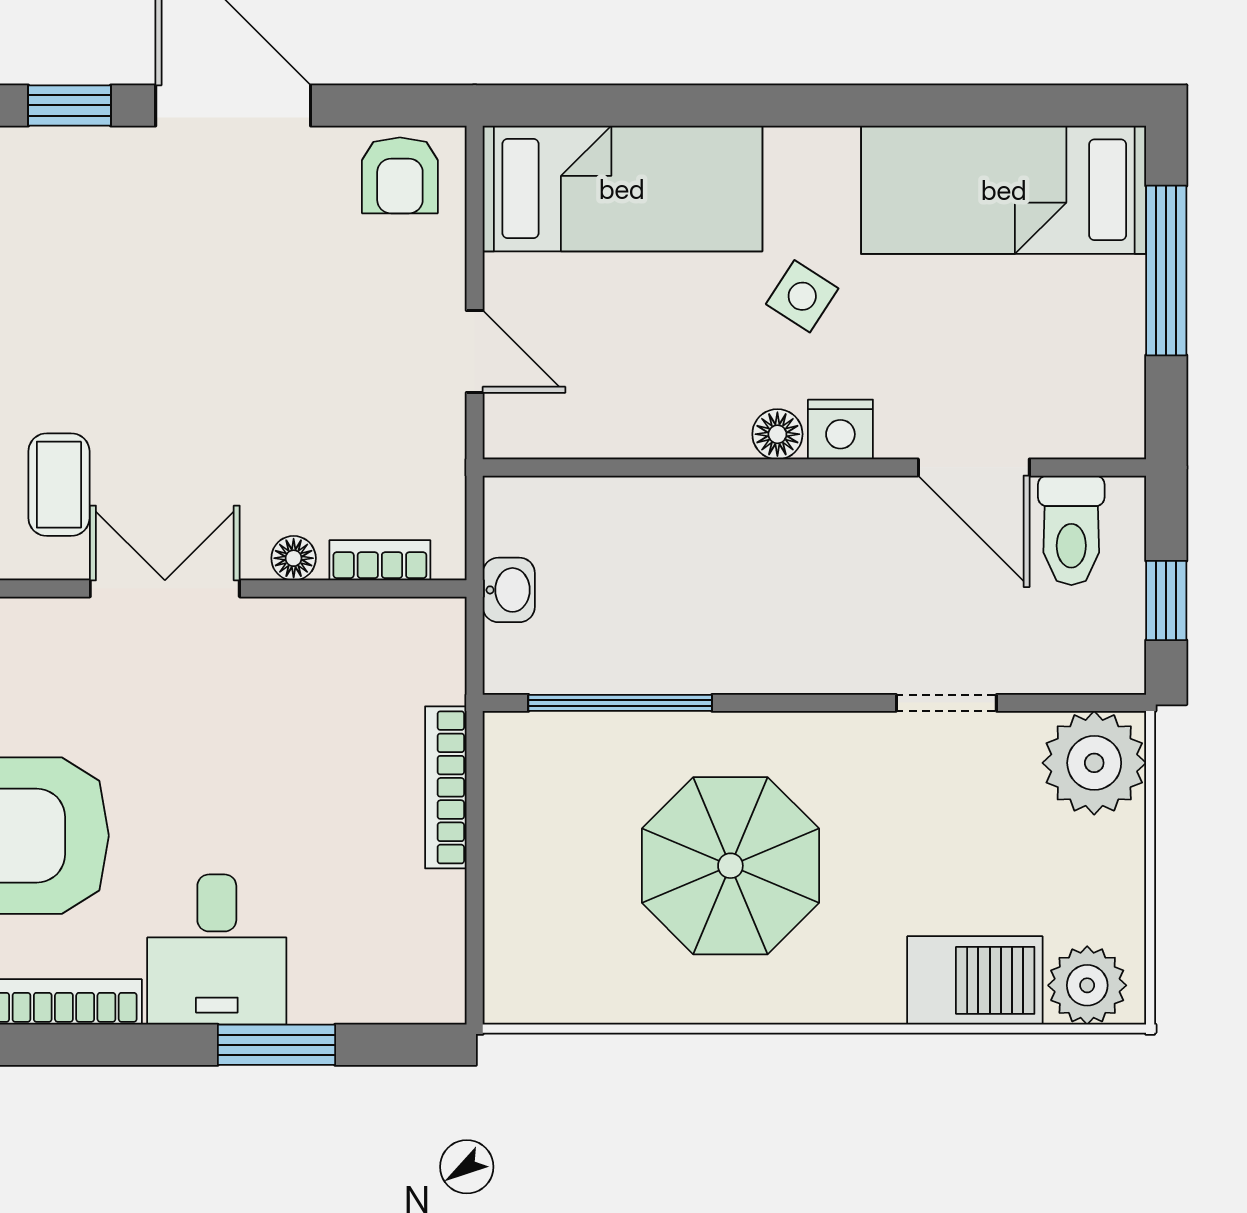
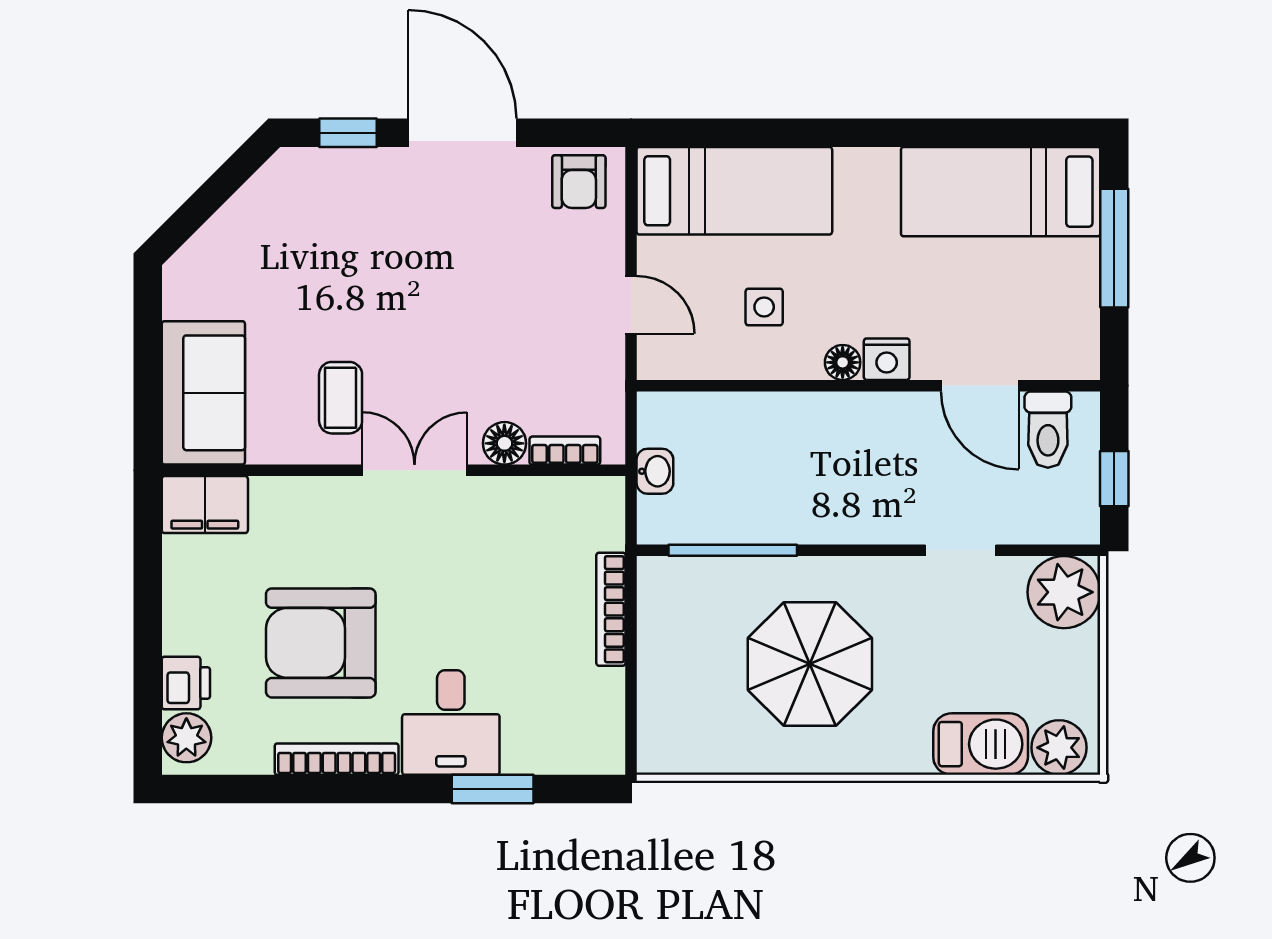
side table: (802, 296) -> (764, 307), moved, turned -33
floor lamp: (294, 558) -> (504, 443), width x1.37, depth x1.37

